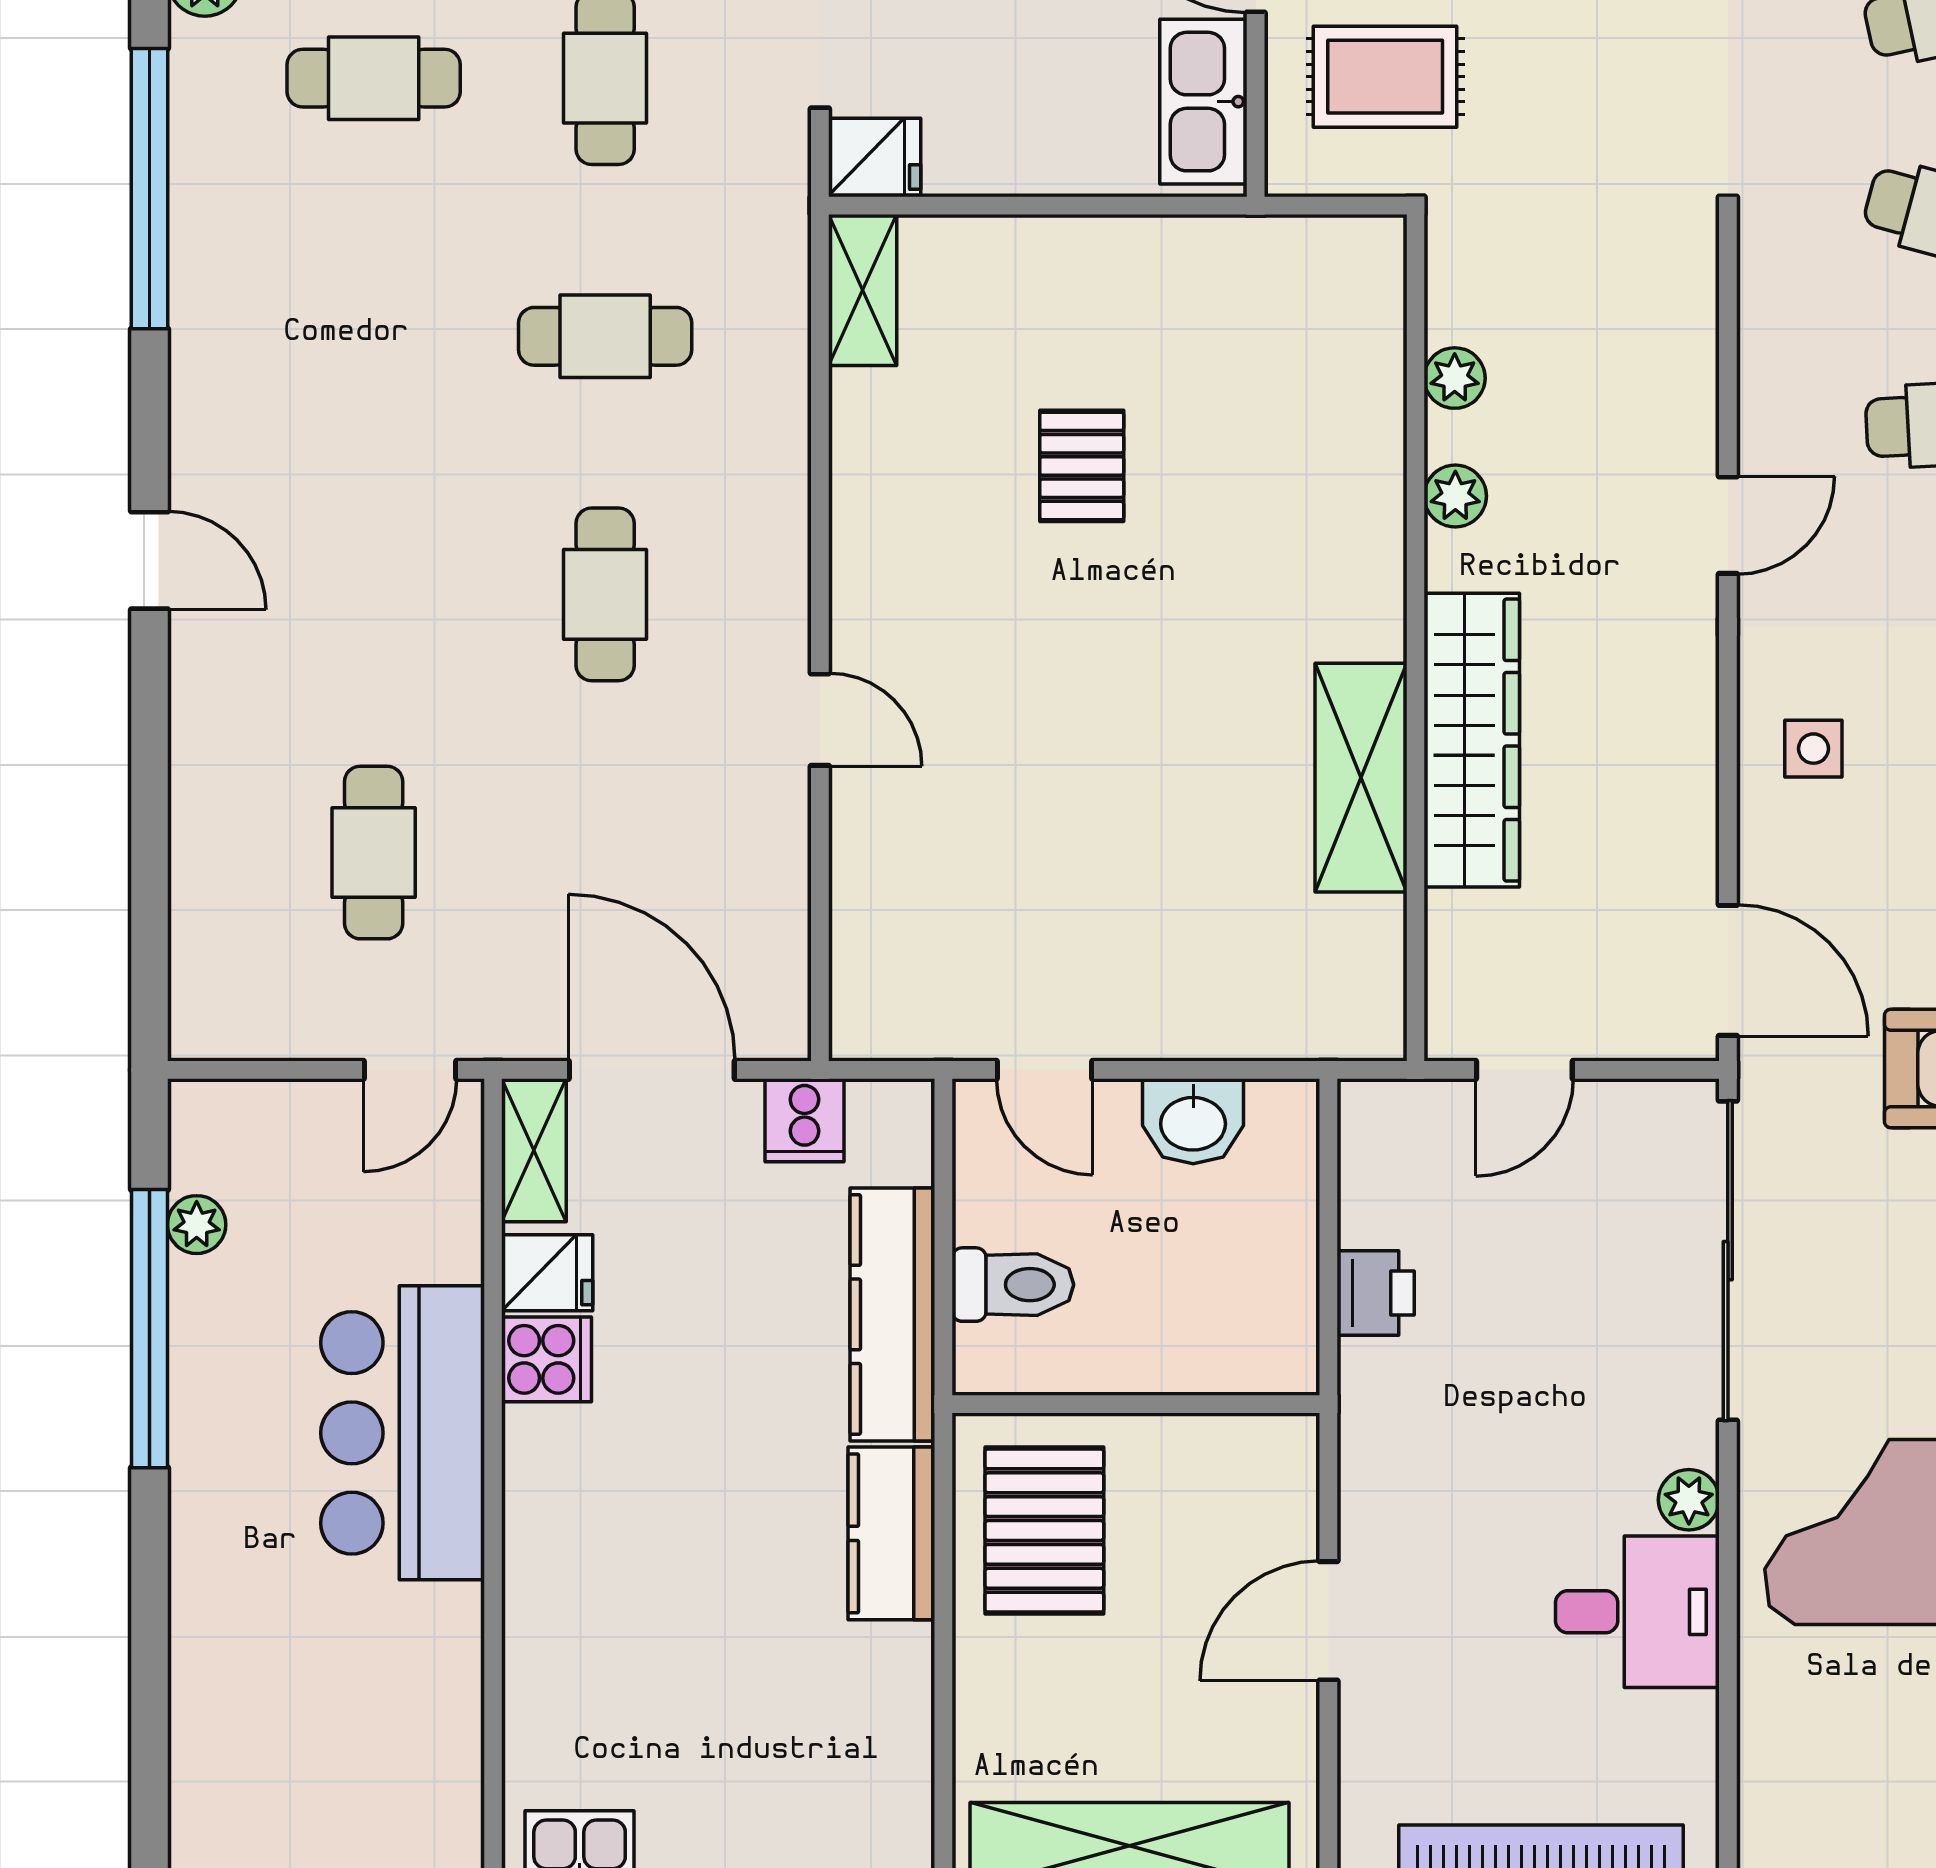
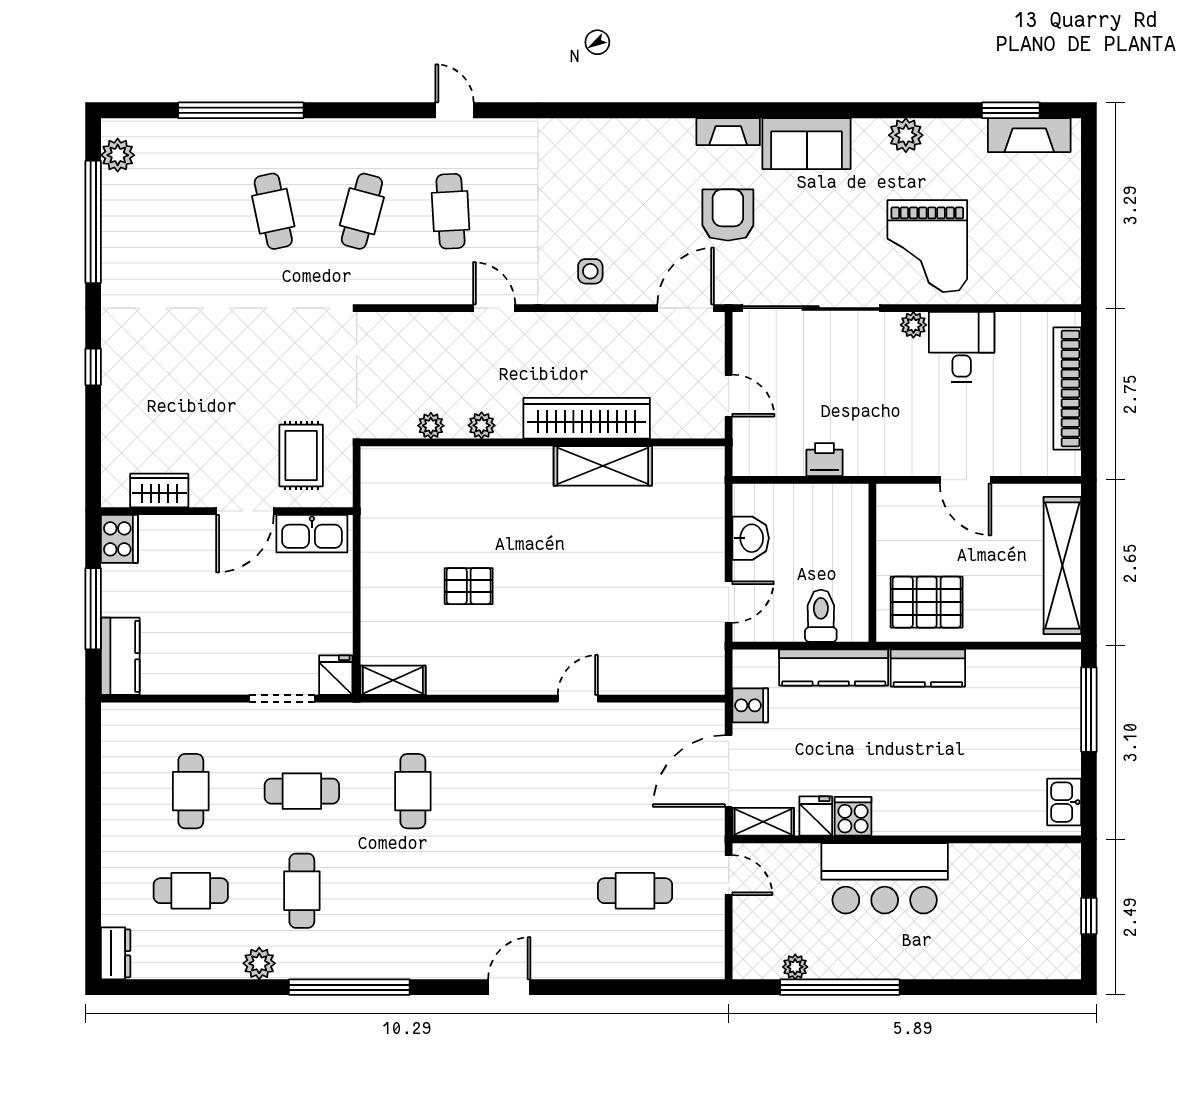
cafe table: (605, 594) -> (524, 791), removed

